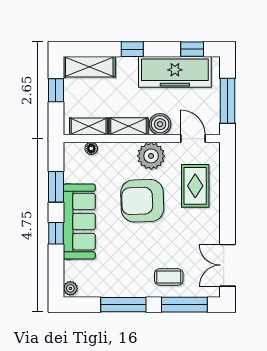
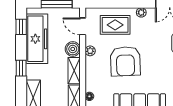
door: (193, 139) -> (83, 26), hinge flipped
plant: (151, 156) -> (90, 51), width x0.53, depth x0.53
plant: (213, 224) -> (141, 12), added

